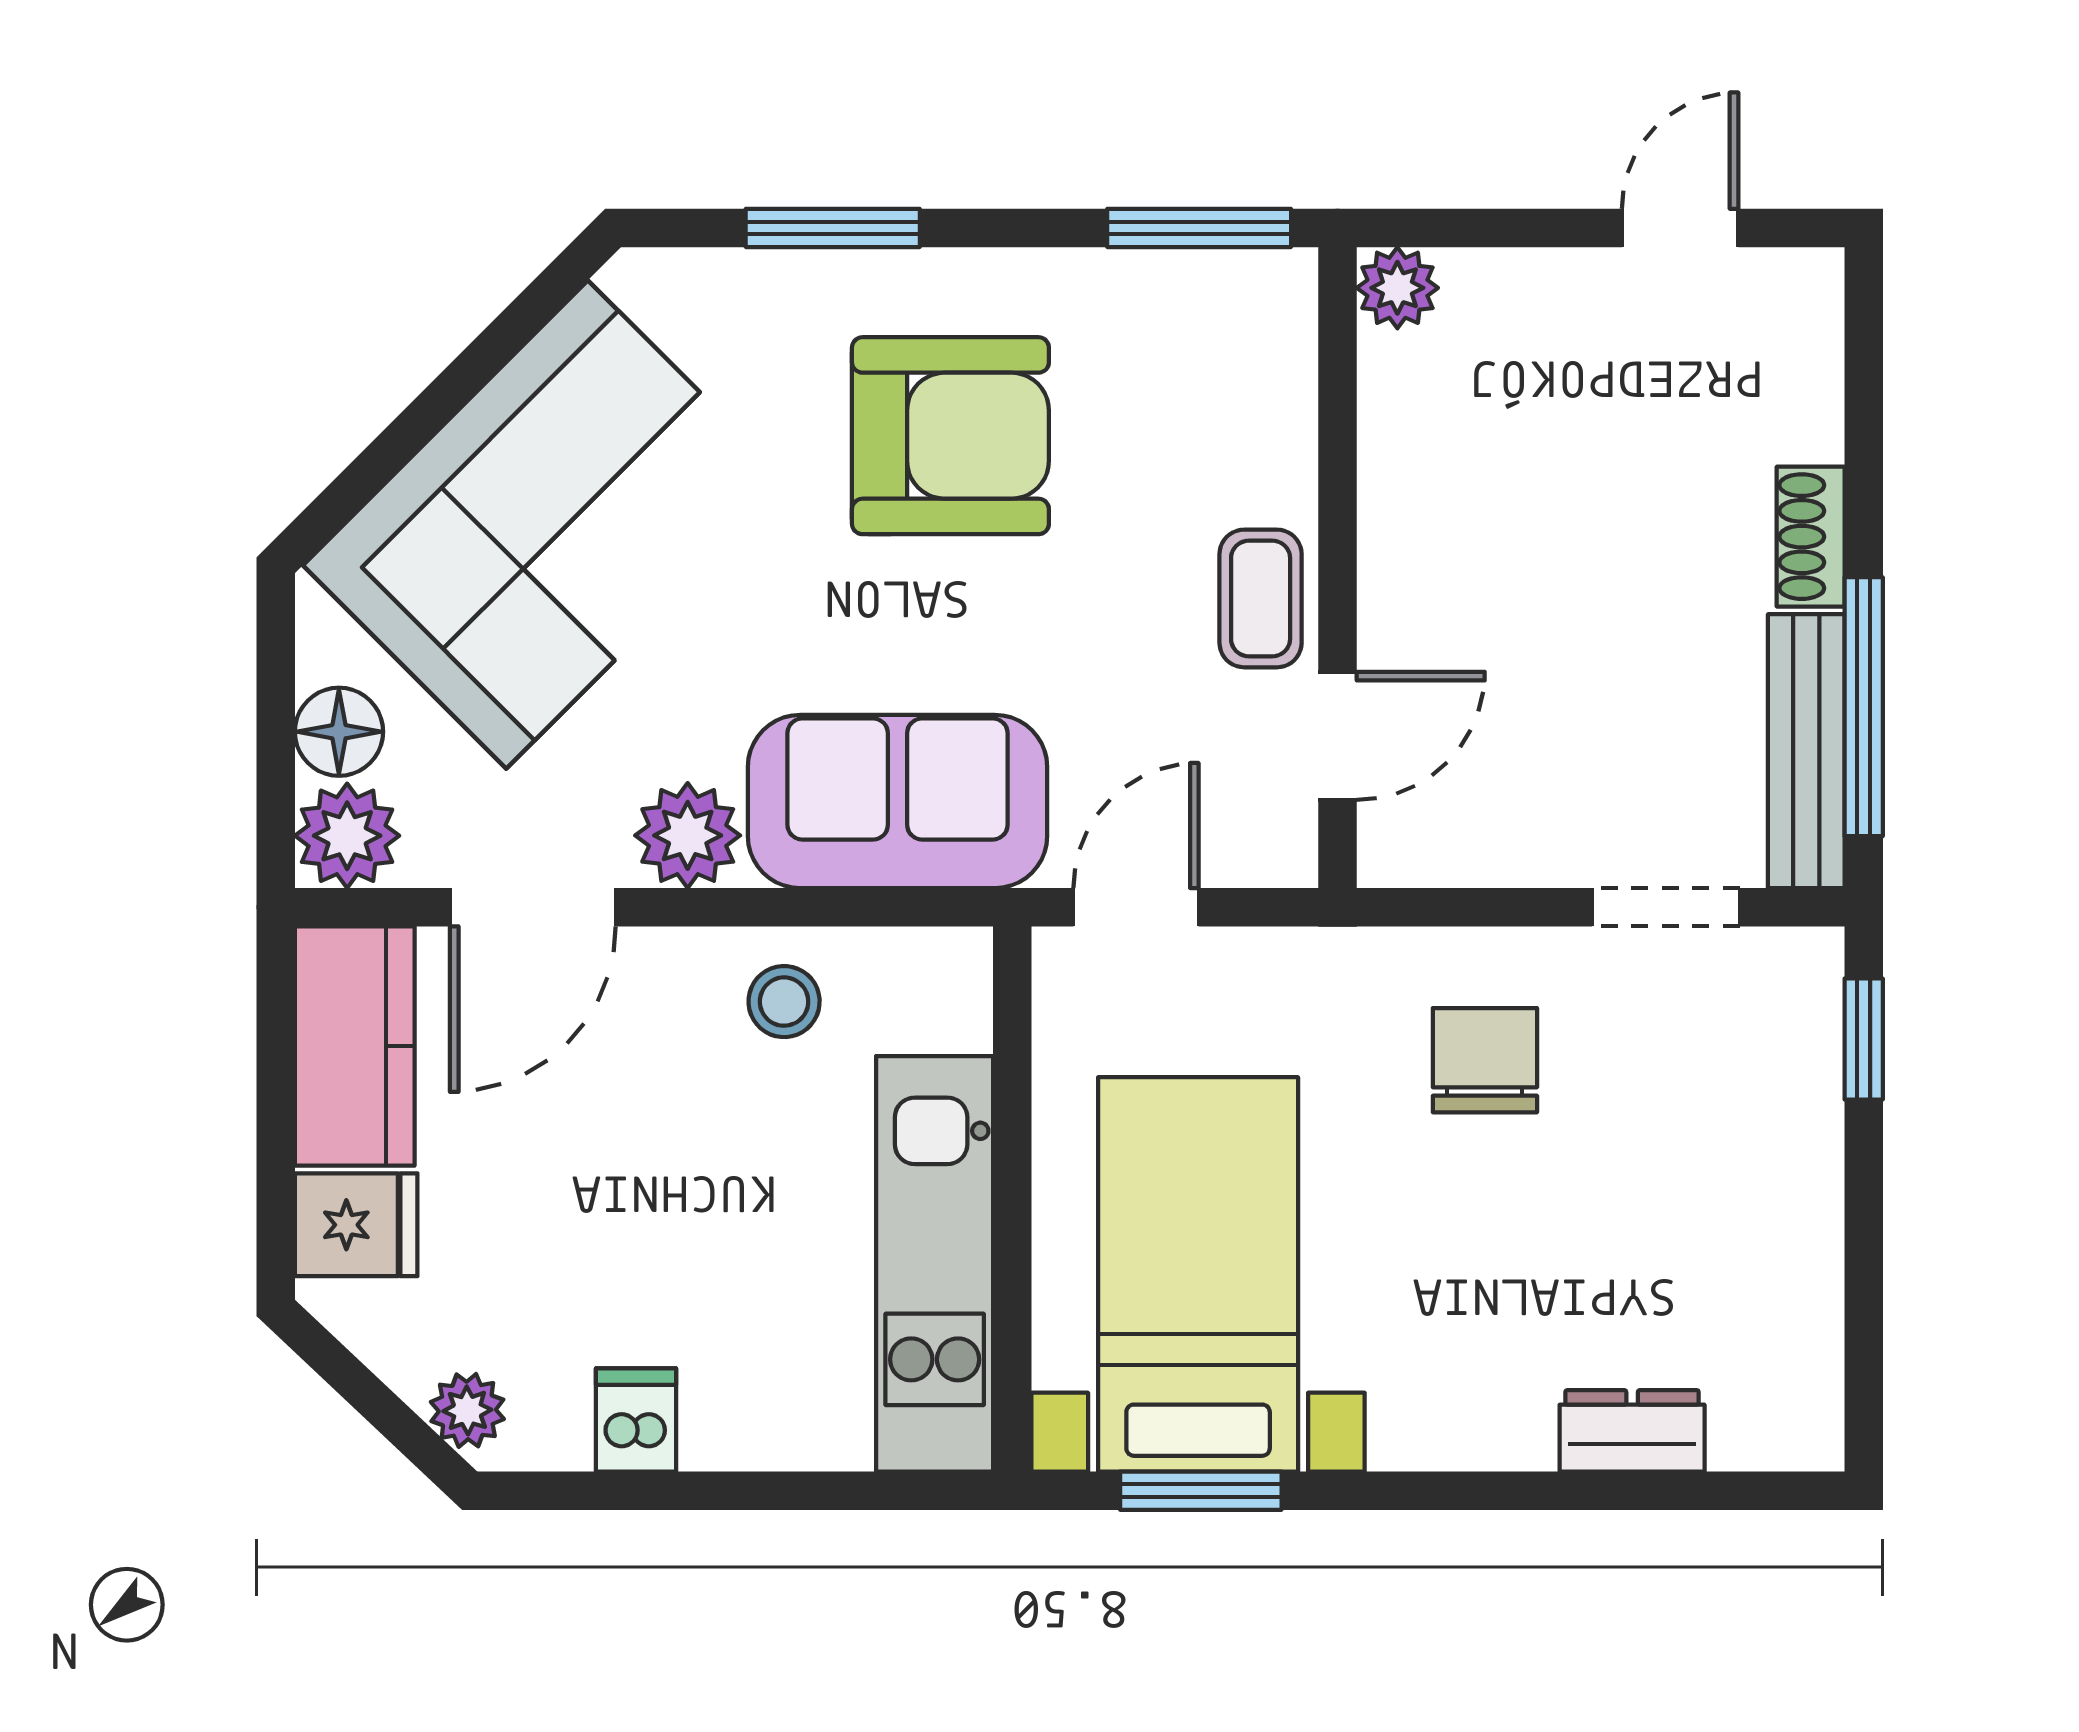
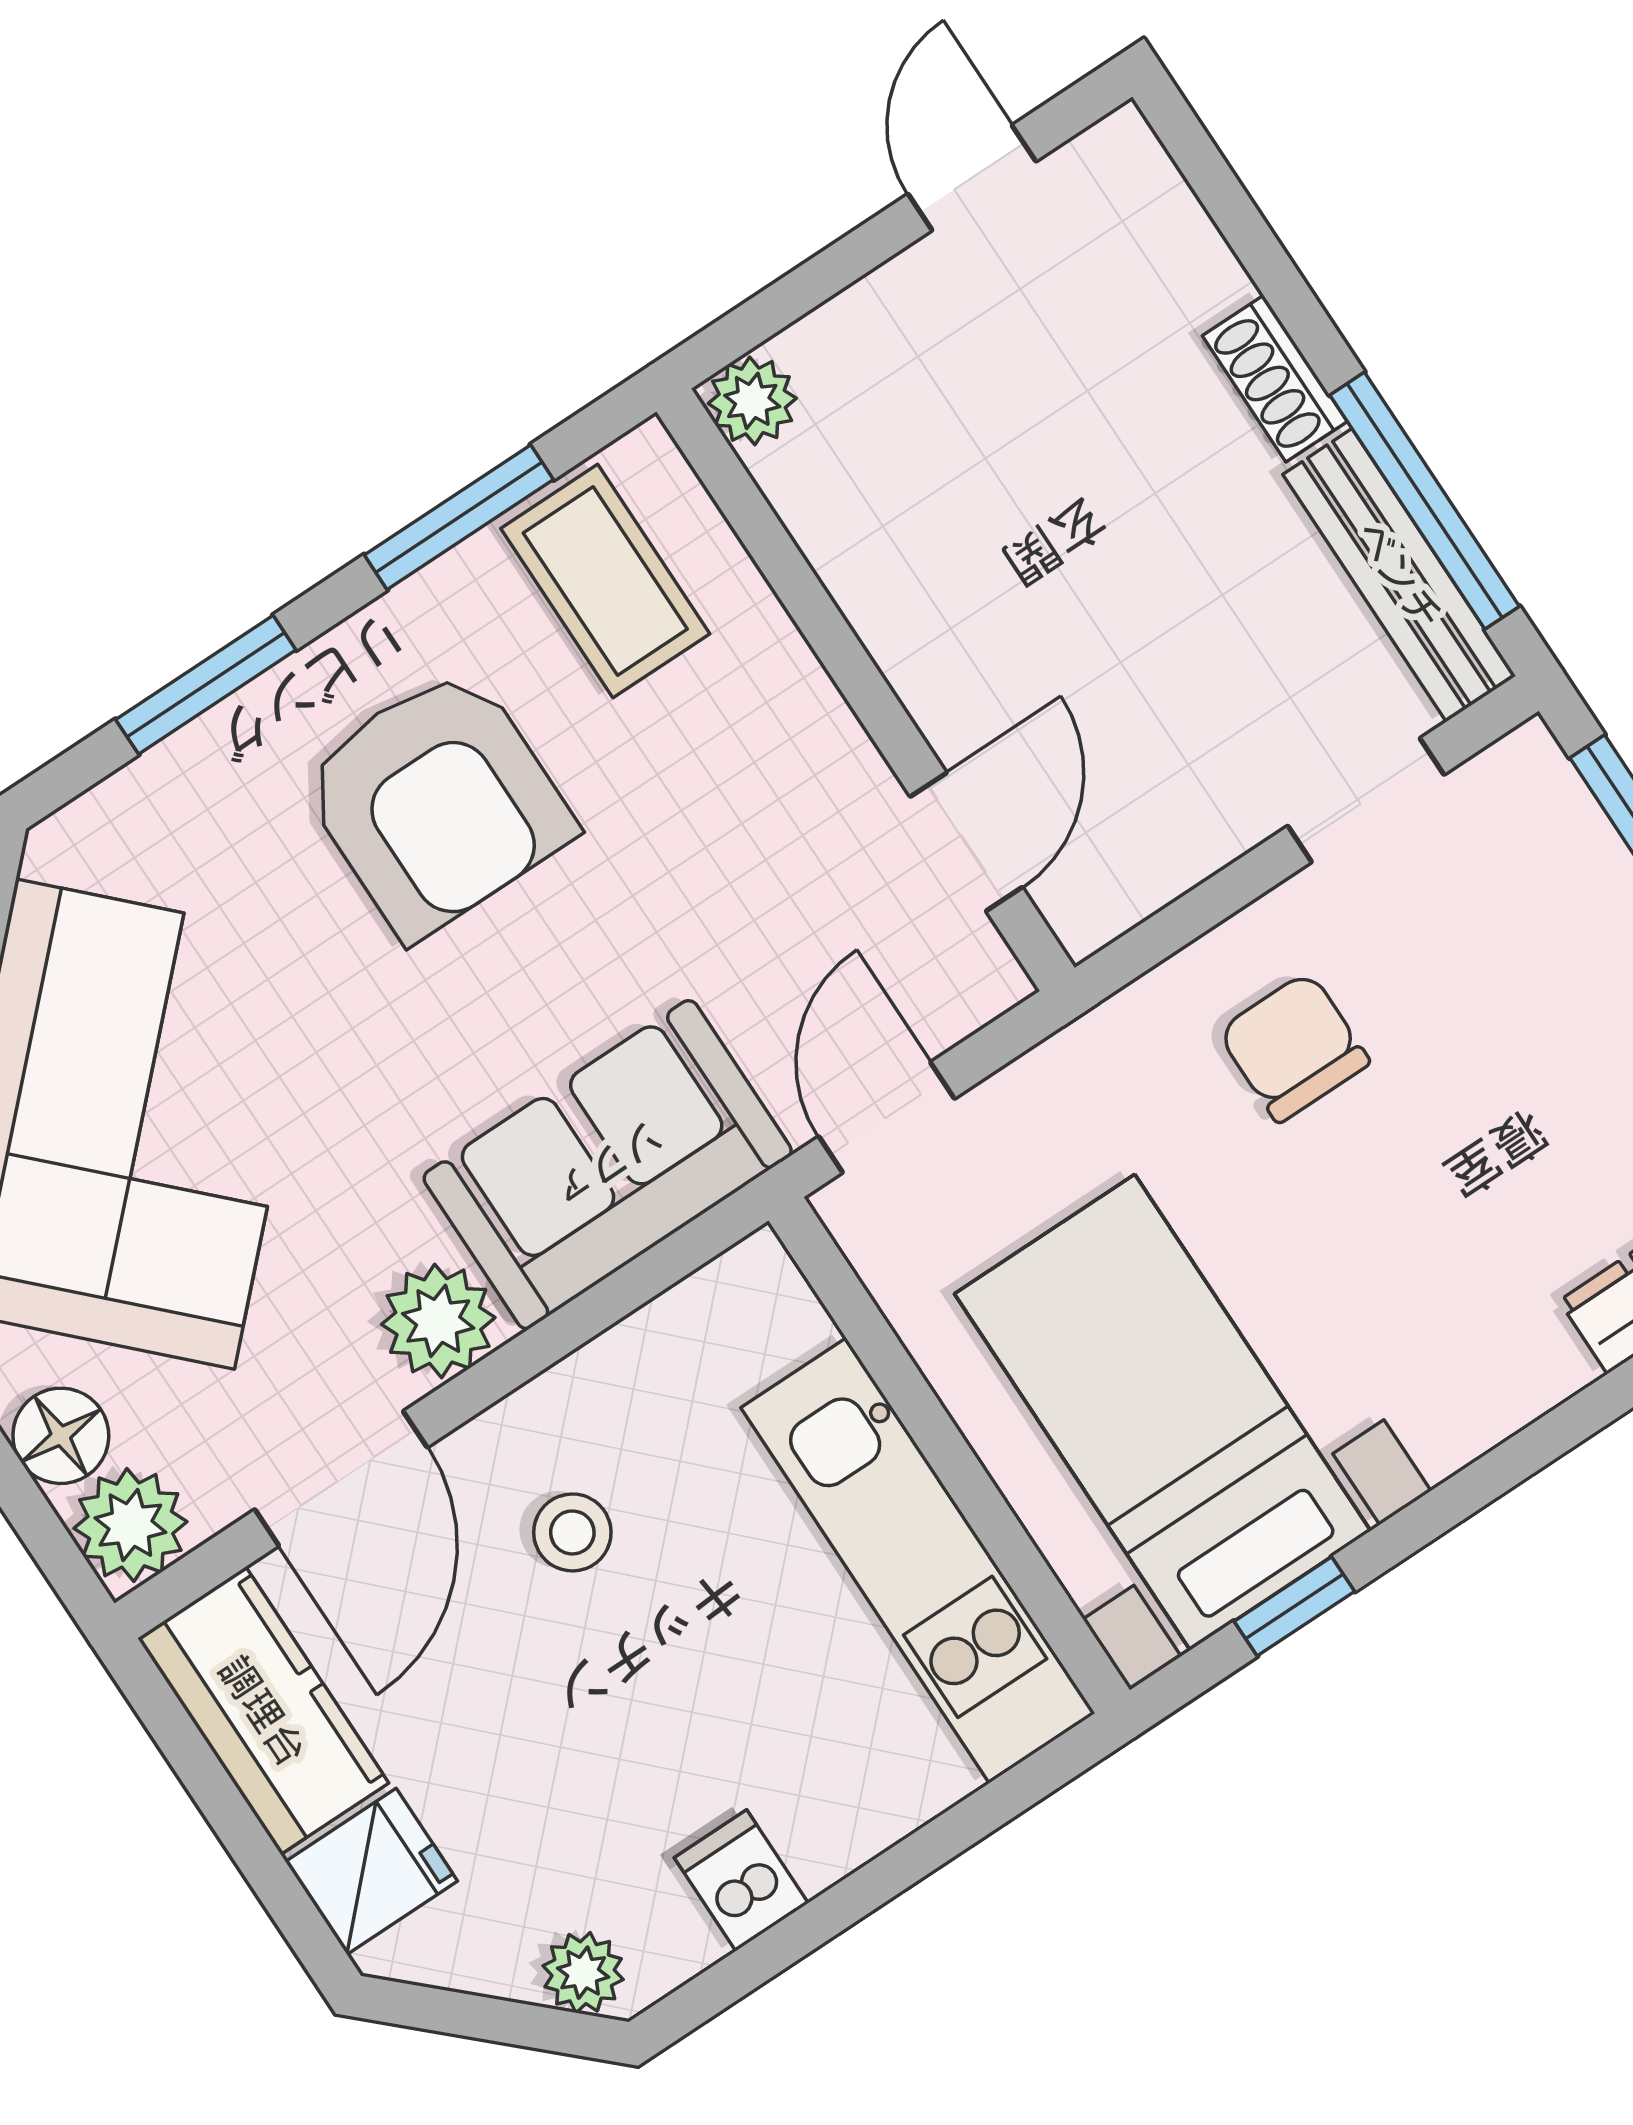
window: (1199, 228) -> (459, 517), moved
armchair: (950, 436) -> (437, 802), turned 90
coffee table: (1261, 598) -> (605, 581), moved, width x1.36, depth x1.30
stool: (784, 1002) -> (572, 1532), moved
window: (1201, 1491) -> (1294, 1606), width x0.67

